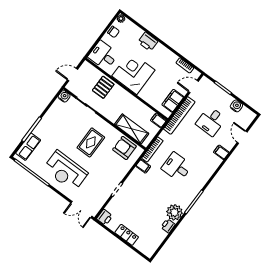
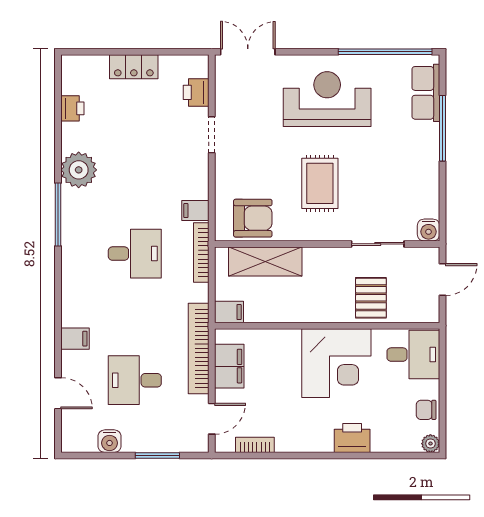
desk: (211, 121) -> (135, 380), turned -90
printer: (105, 217) -> (196, 92), moved
printer: (168, 226) -> (72, 108), moved

